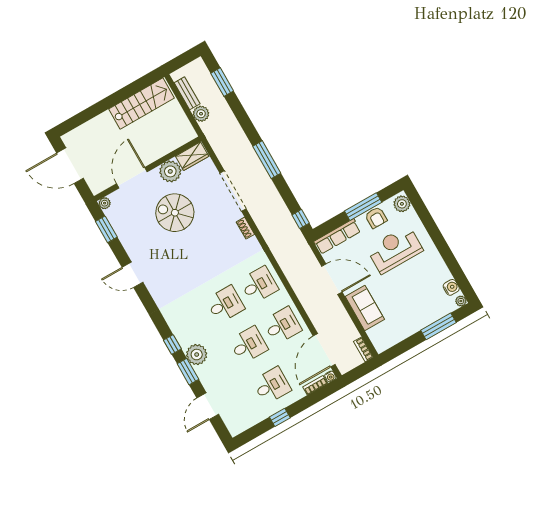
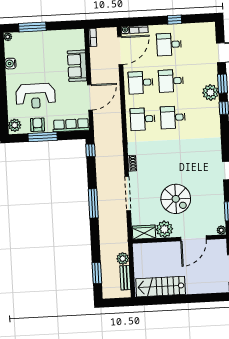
door: (332, 279) -> (90, 97), swing flipped
water cooler: (451, 287) -> (10, 64), moved

